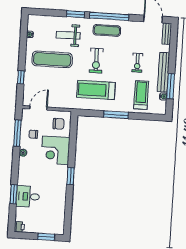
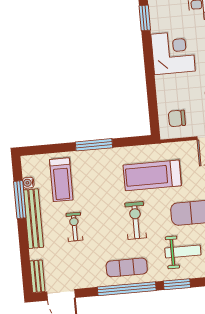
treadmill: (96, 90) -> (152, 175), moved, turned 180
corner desk: (55, 150) -> (173, 53), moved
window: (71, 176) -> (145, 18), moved

